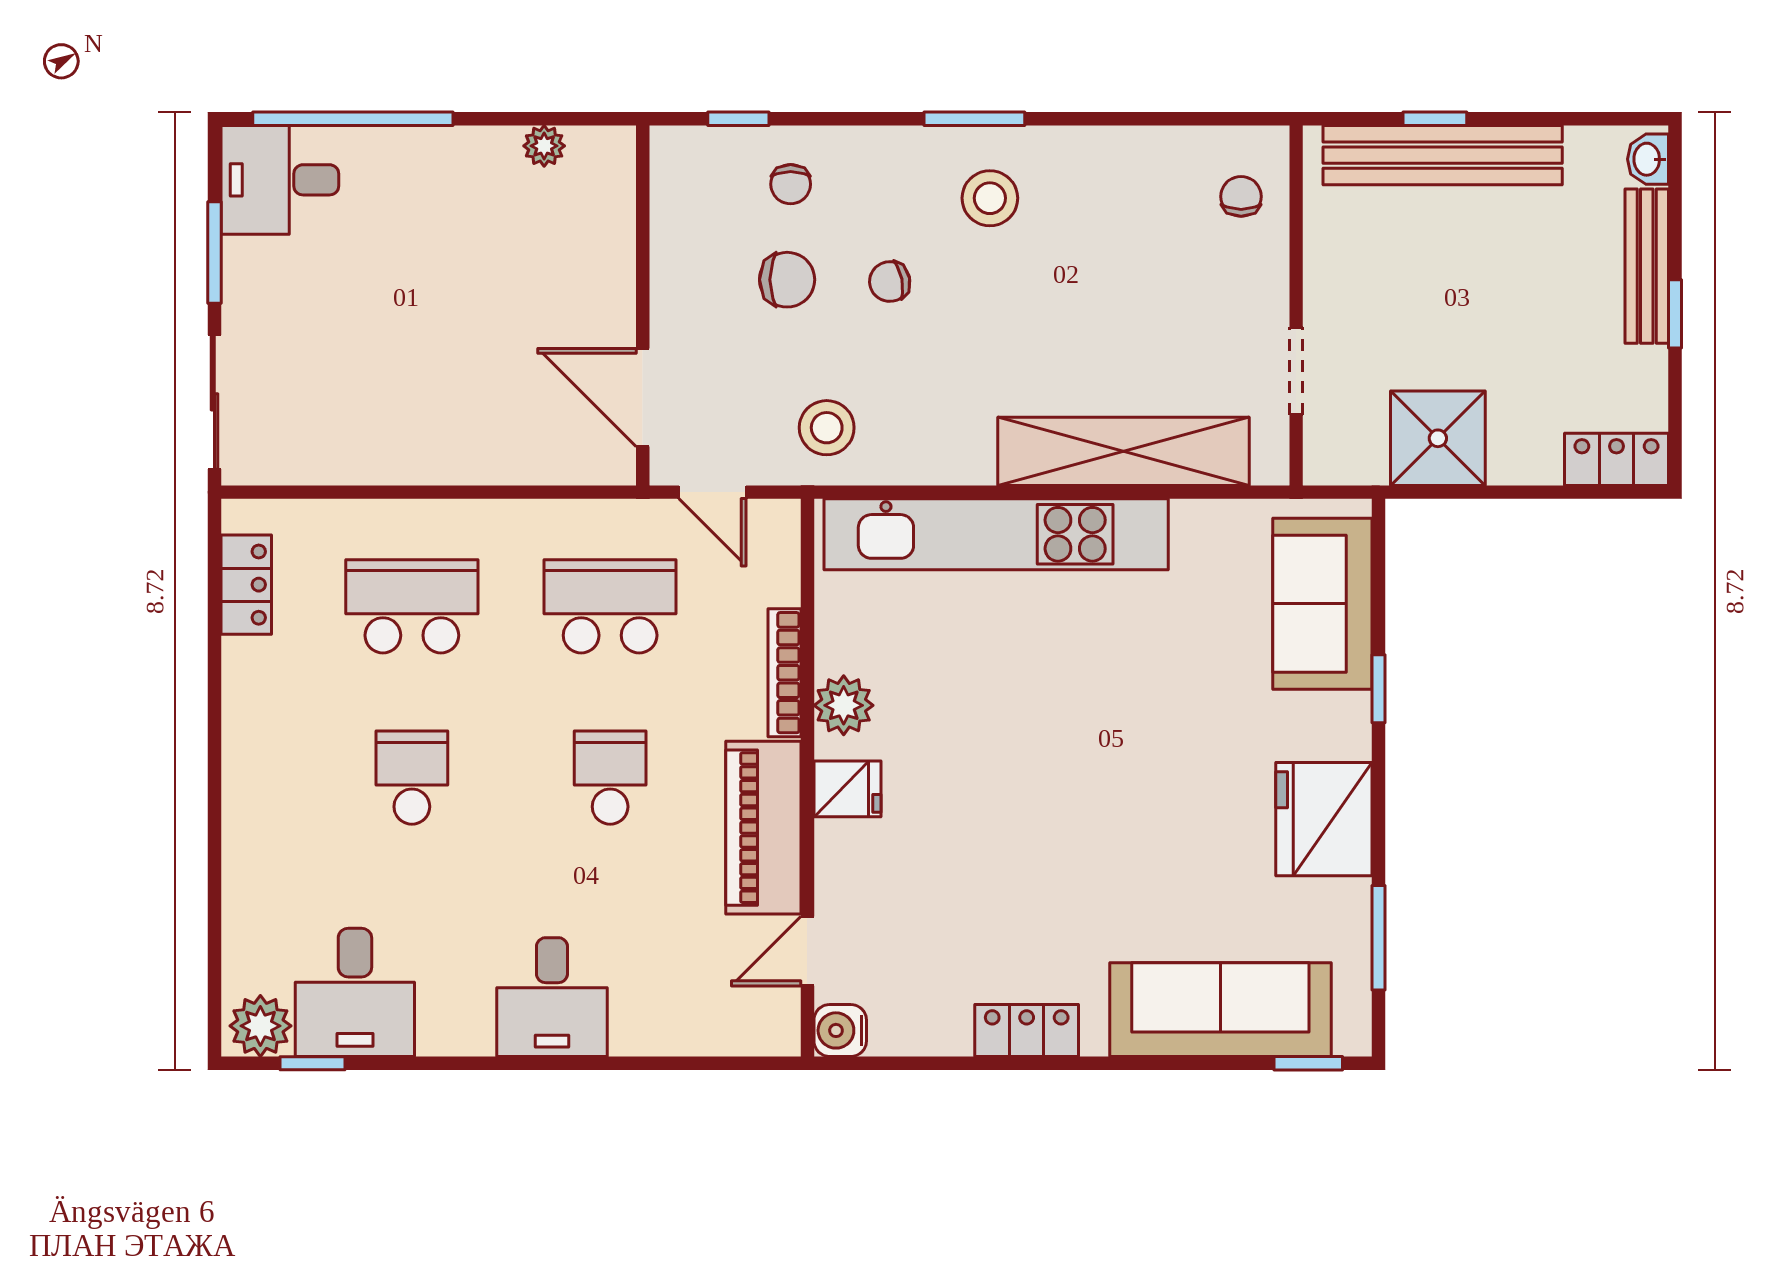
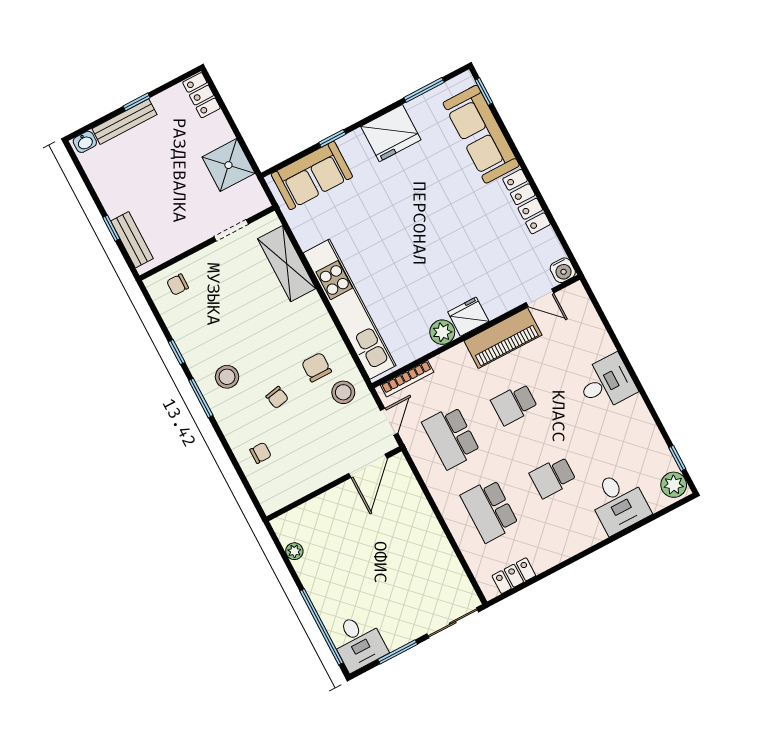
window: (738, 119) -> (177, 352), moved
bench: (1443, 155) -> (132, 240), width x0.54, depth x0.82
chair: (787, 280) -> (316, 367), moved
shelving: (1124, 451) -> (287, 264), width x0.68
bookcase: (784, 673) -> (407, 379), moved
fridge: (847, 789) -> (468, 317), width x1.38
desk: (355, 992) -> (619, 502), moved, turned 90
locker: (1027, 1030) -> (527, 202), width x1.53

